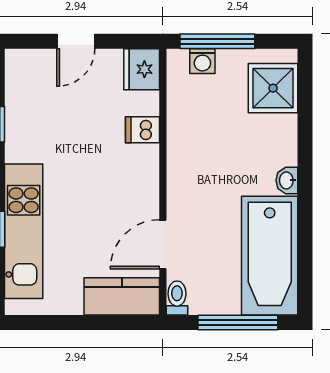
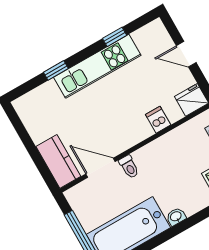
kitchen unit: (24, 231) -> (97, 66), moved
toilet: (177, 298) -> (129, 167), moved, turned 90

